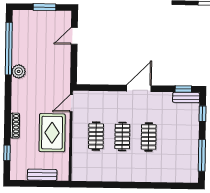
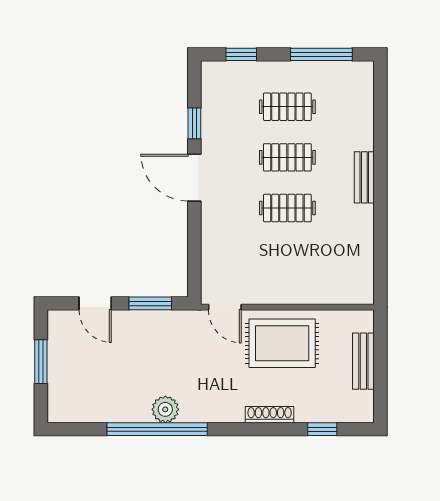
window: (9, 49) -> (157, 429), moved
window: (74, 64) -> (150, 303), added
window: (183, 89) -> (194, 123), moved
bench: (186, 98) -> (364, 177), moved
clothes rail: (96, 136) -> (287, 107), moved

